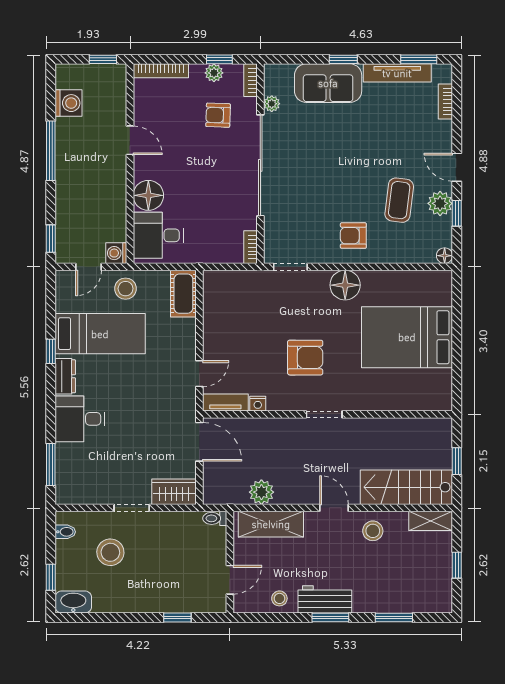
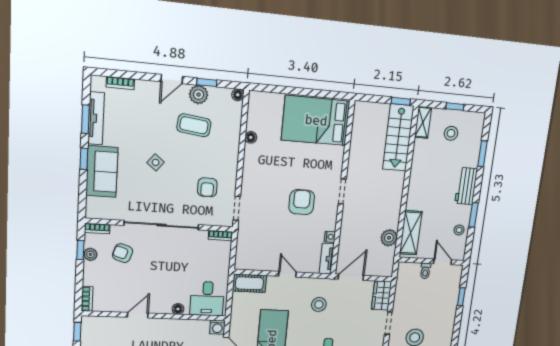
window: (419, 59) -> (85, 119), moved
bookcase: (161, 71) -> (87, 299), width x0.64
plant: (272, 104) -> (116, 214), removed
armchair: (218, 115) -> (123, 253), turned 106
side table: (346, 153) -> (156, 162), added
floor lamp: (148, 195) -> (178, 309), width x0.53, depth x0.53
armchair: (353, 236) -> (207, 187), moved
floor lamp: (345, 285) -> (251, 137), moved, width x0.53, depth x0.53
stool: (126, 289) -> (319, 304), moved
bed: (407, 337) -> (316, 121), moved, turned 90
door: (199, 374) -> (287, 274), moved
window: (457, 461) -> (401, 101), moved
door: (334, 508) -> (406, 189), removed
toilet: (215, 518) -> (425, 271), moved
stool: (373, 531) -> (451, 133), moved
workbench: (325, 599) -> (466, 186), moved
window: (330, 617) -> (473, 215), moved

